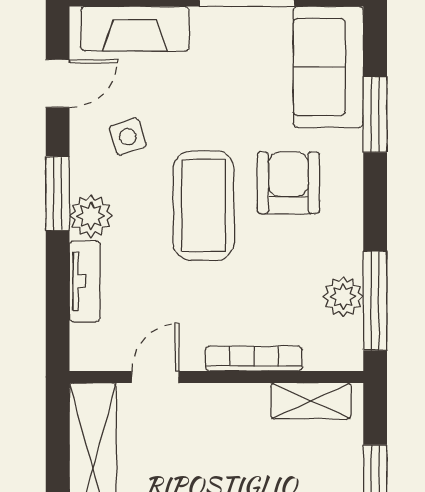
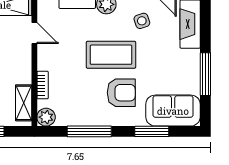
plant: (343, 297) -> (46, 117), moved
window: (375, 301) -> (89, 131), moved
bookcase: (254, 359) -> (43, 85), width x0.64

